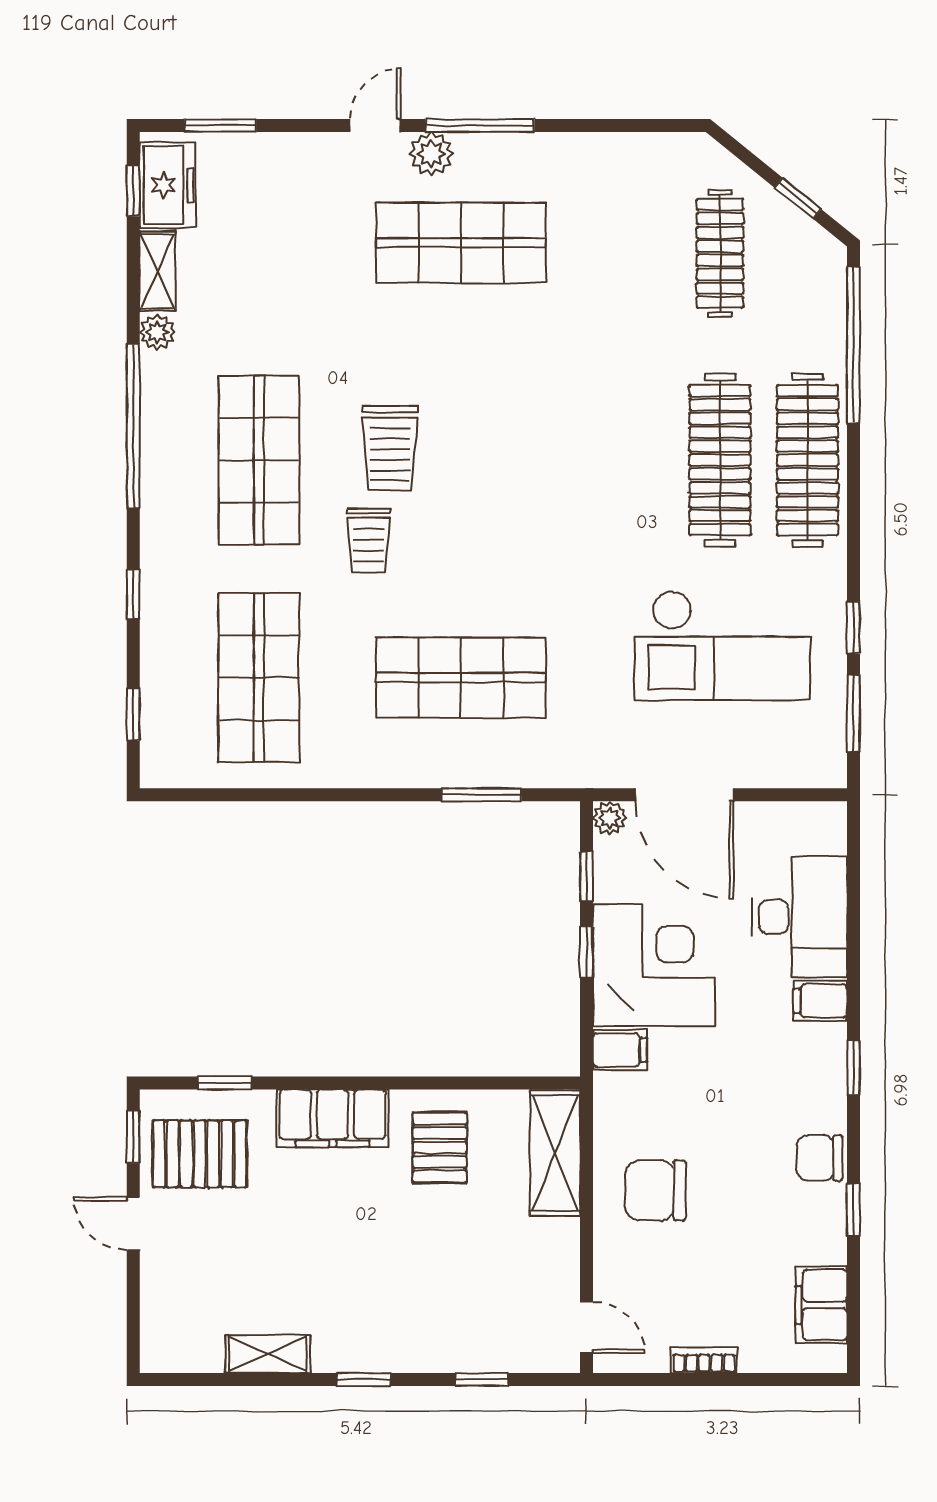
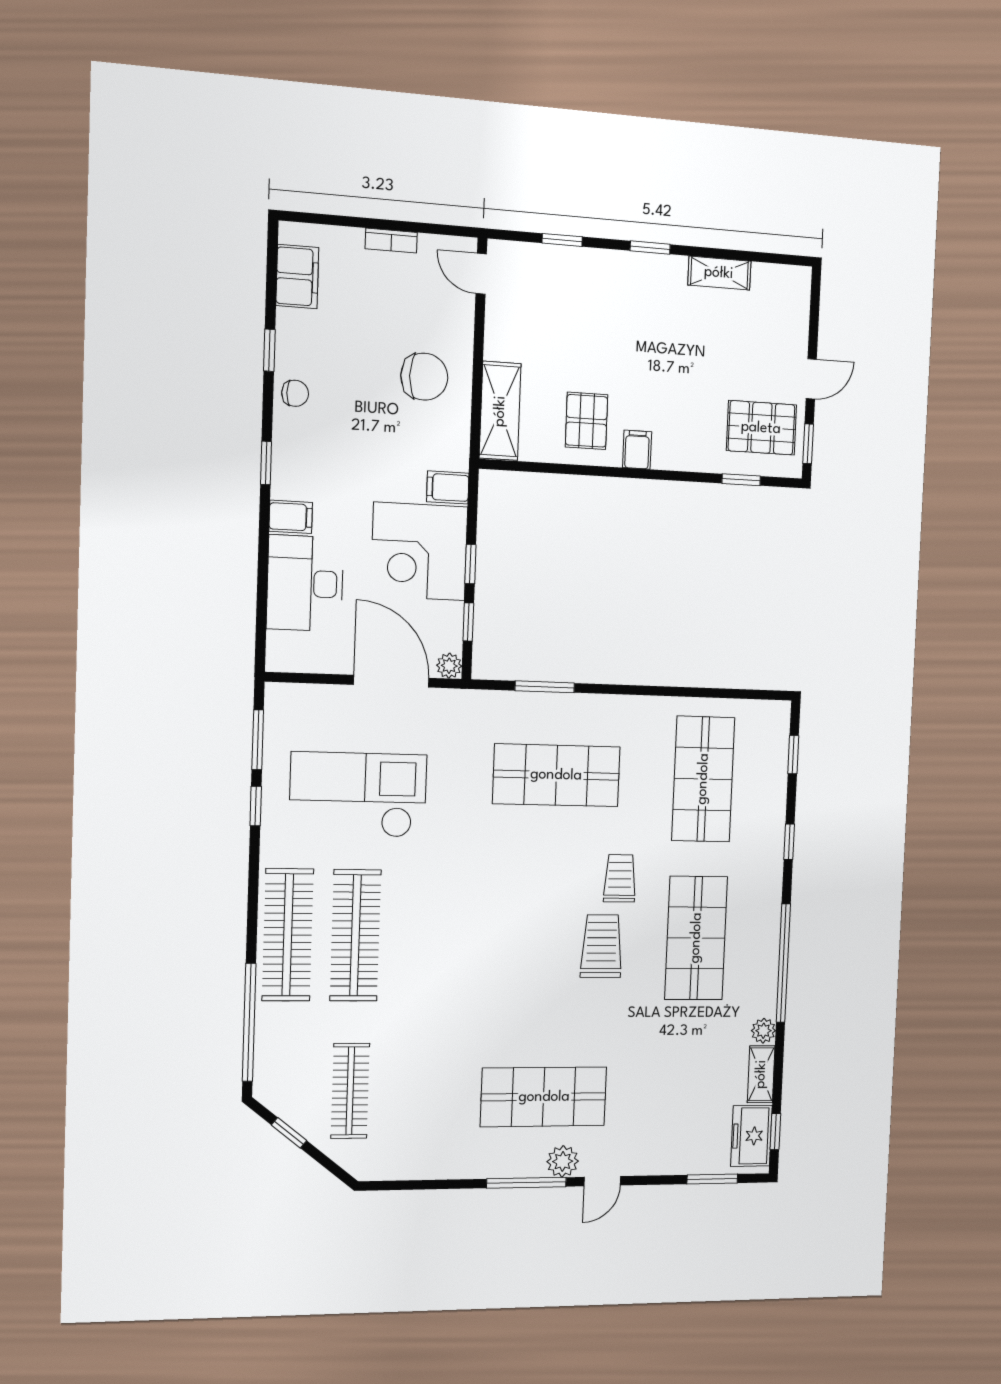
filing cabinet: (332, 1118) -> (637, 450), width x0.33, depth x0.86
chair: (820, 1158) -> (295, 393), width x0.73, depth x0.73
door: (133, 1224) -> (811, 379), hinge flipped

